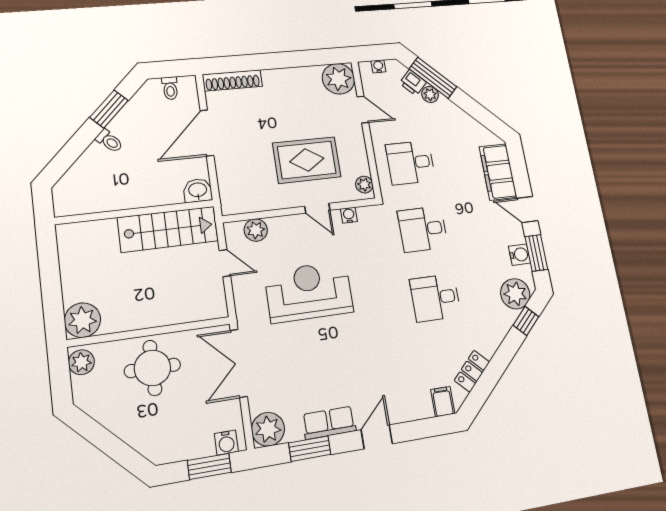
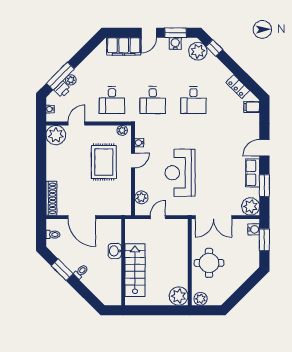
washbasin: (198, 190) -> (115, 251), moved
stairs: (168, 229) -> (135, 270), moved
door: (377, 437) -> (264, 148), hinge flipped

